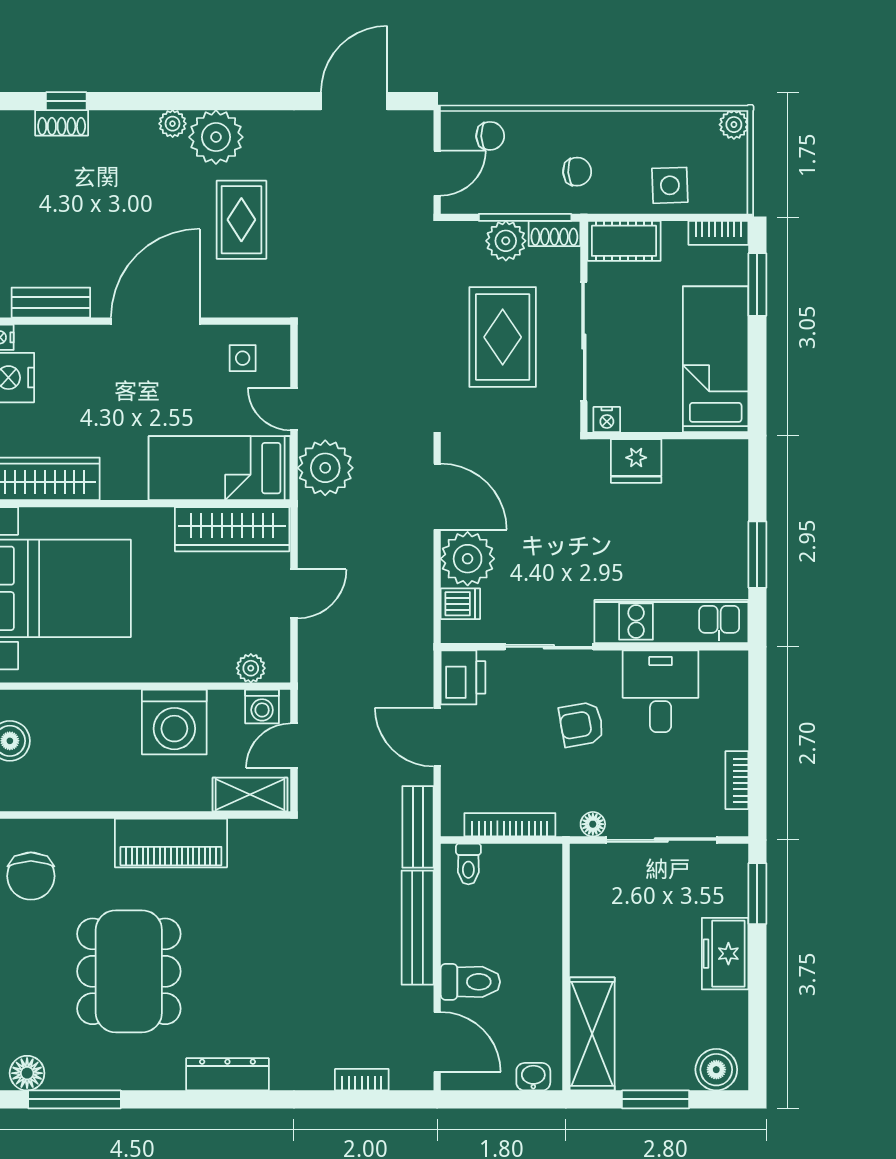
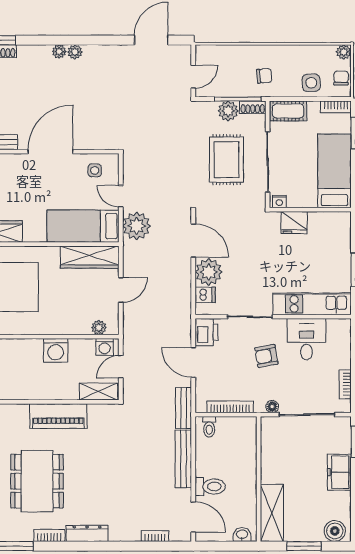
chair: (490, 136) -> (341, 78), moved, turned -88
plant: (216, 137) -> (75, 52), width x0.53, depth x0.53
rug: (241, 220) -> (94, 100), removed
washing machine: (174, 722) -> (56, 350), width x0.73, depth x0.73
bookcase: (153, 1078) -> (49, 535), added

